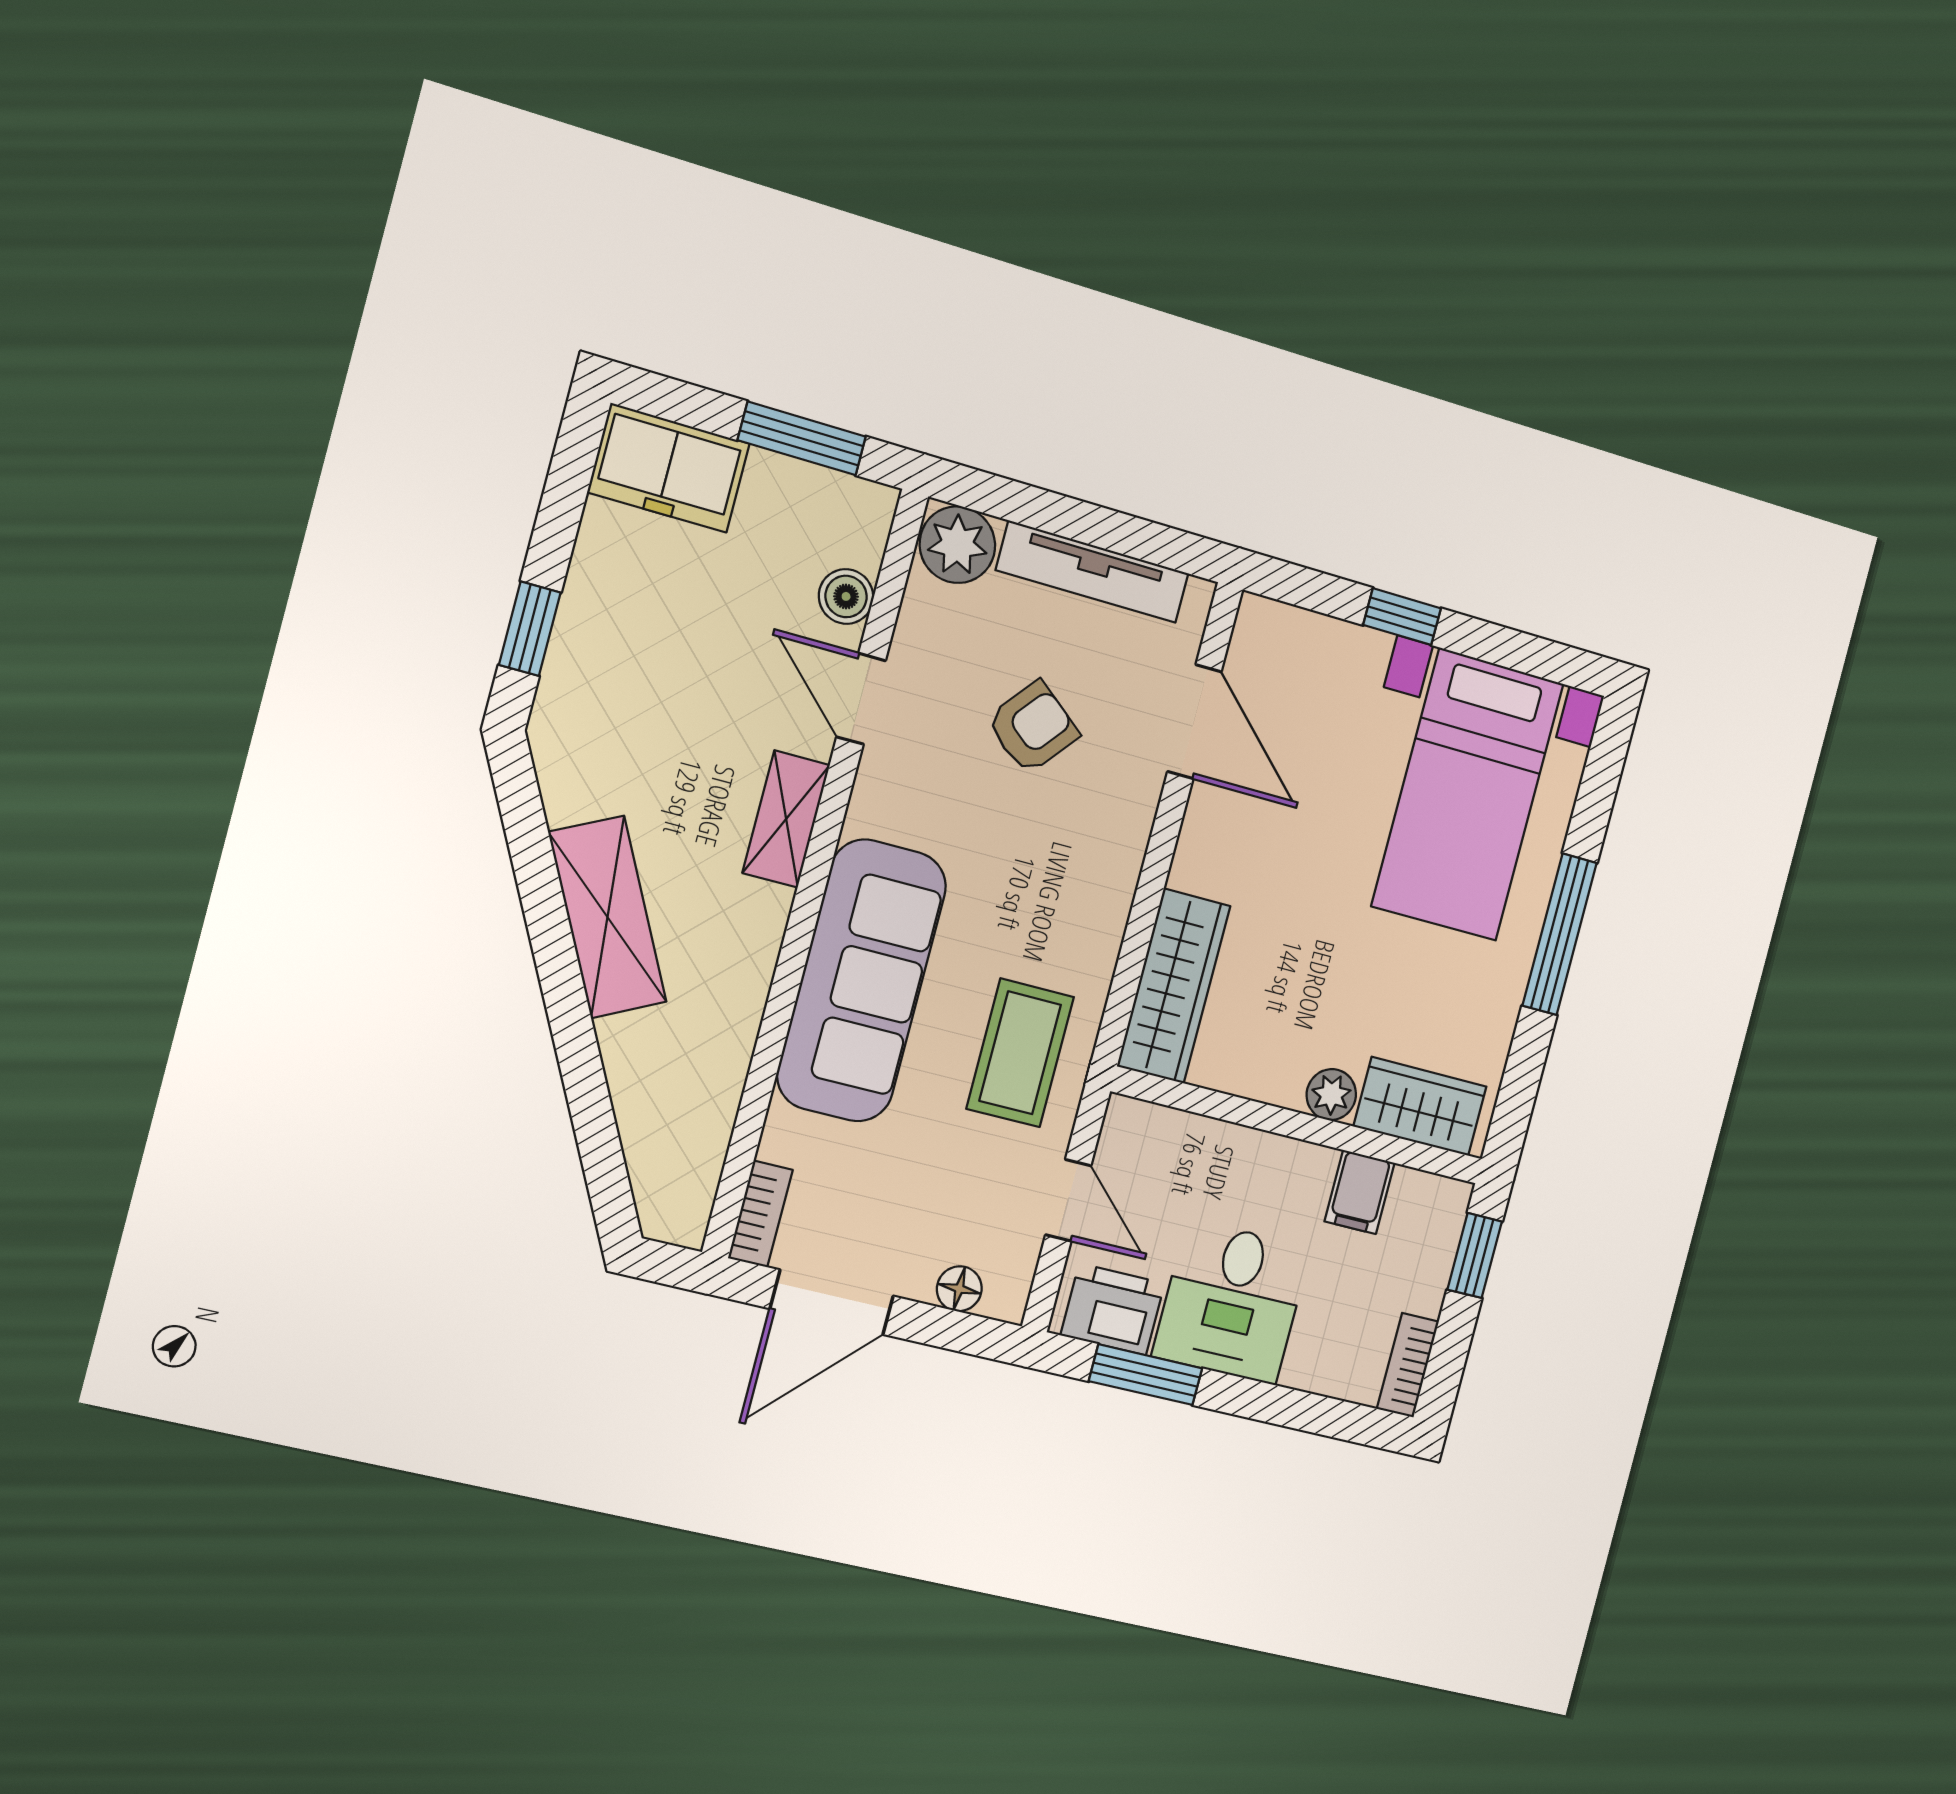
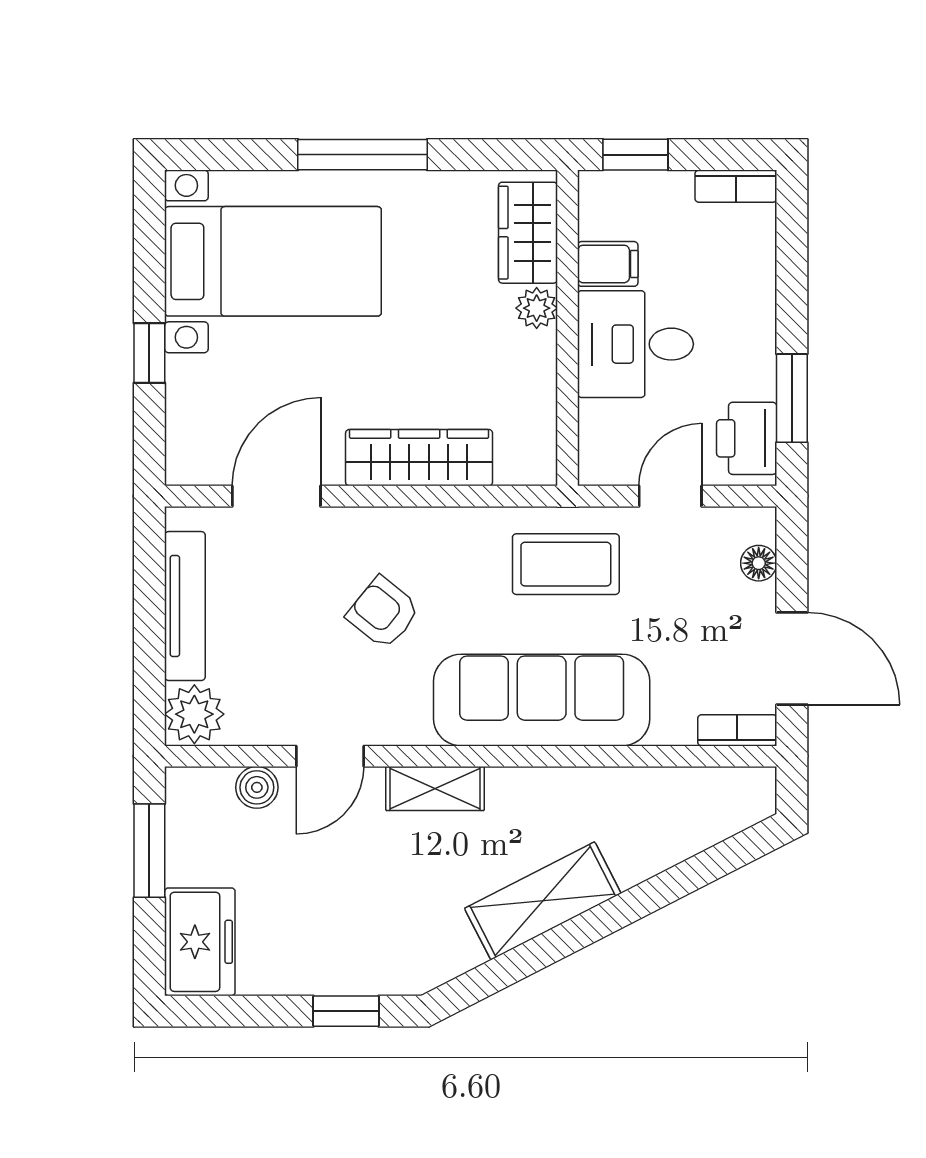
armchair: (1033, 727) -> (383, 613), moved
wardrobe: (1174, 986) -> (419, 458), moved
desk: (1232, 1302) -> (635, 344), moved, turned 180

